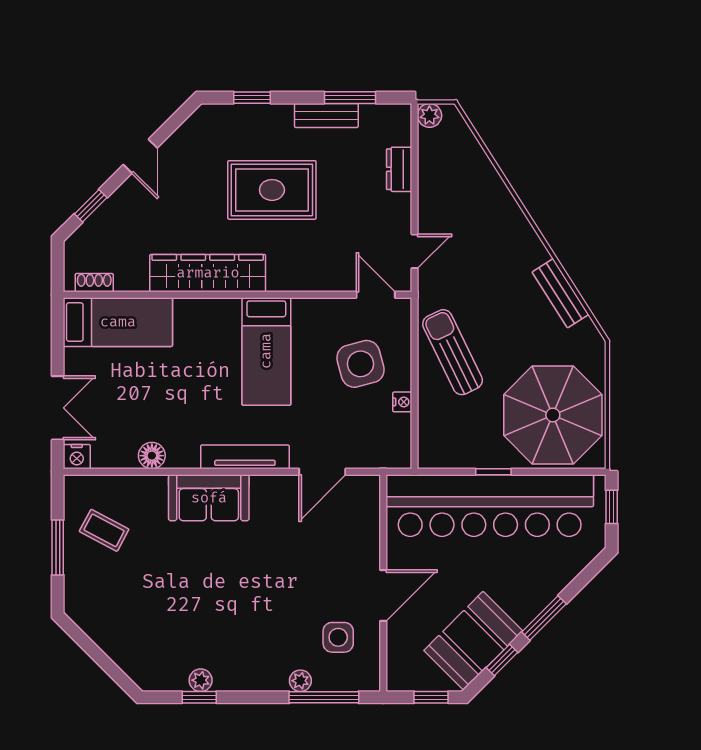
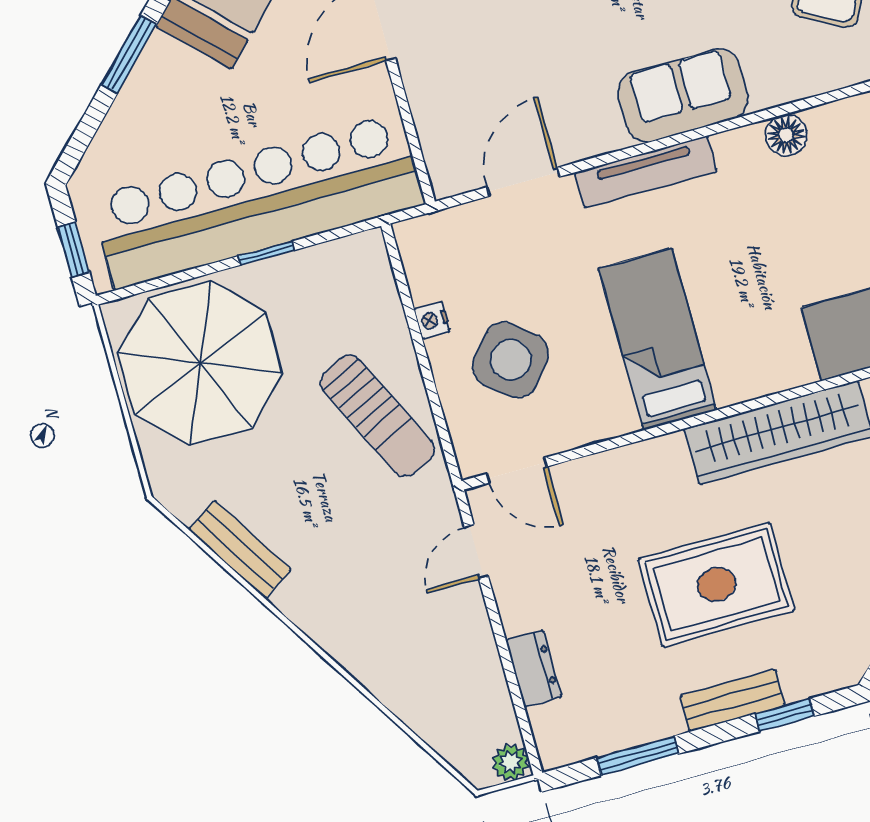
bench: (326, 115) -> (733, 701), moved
side table: (360, 364) -> (511, 360), turned -36

